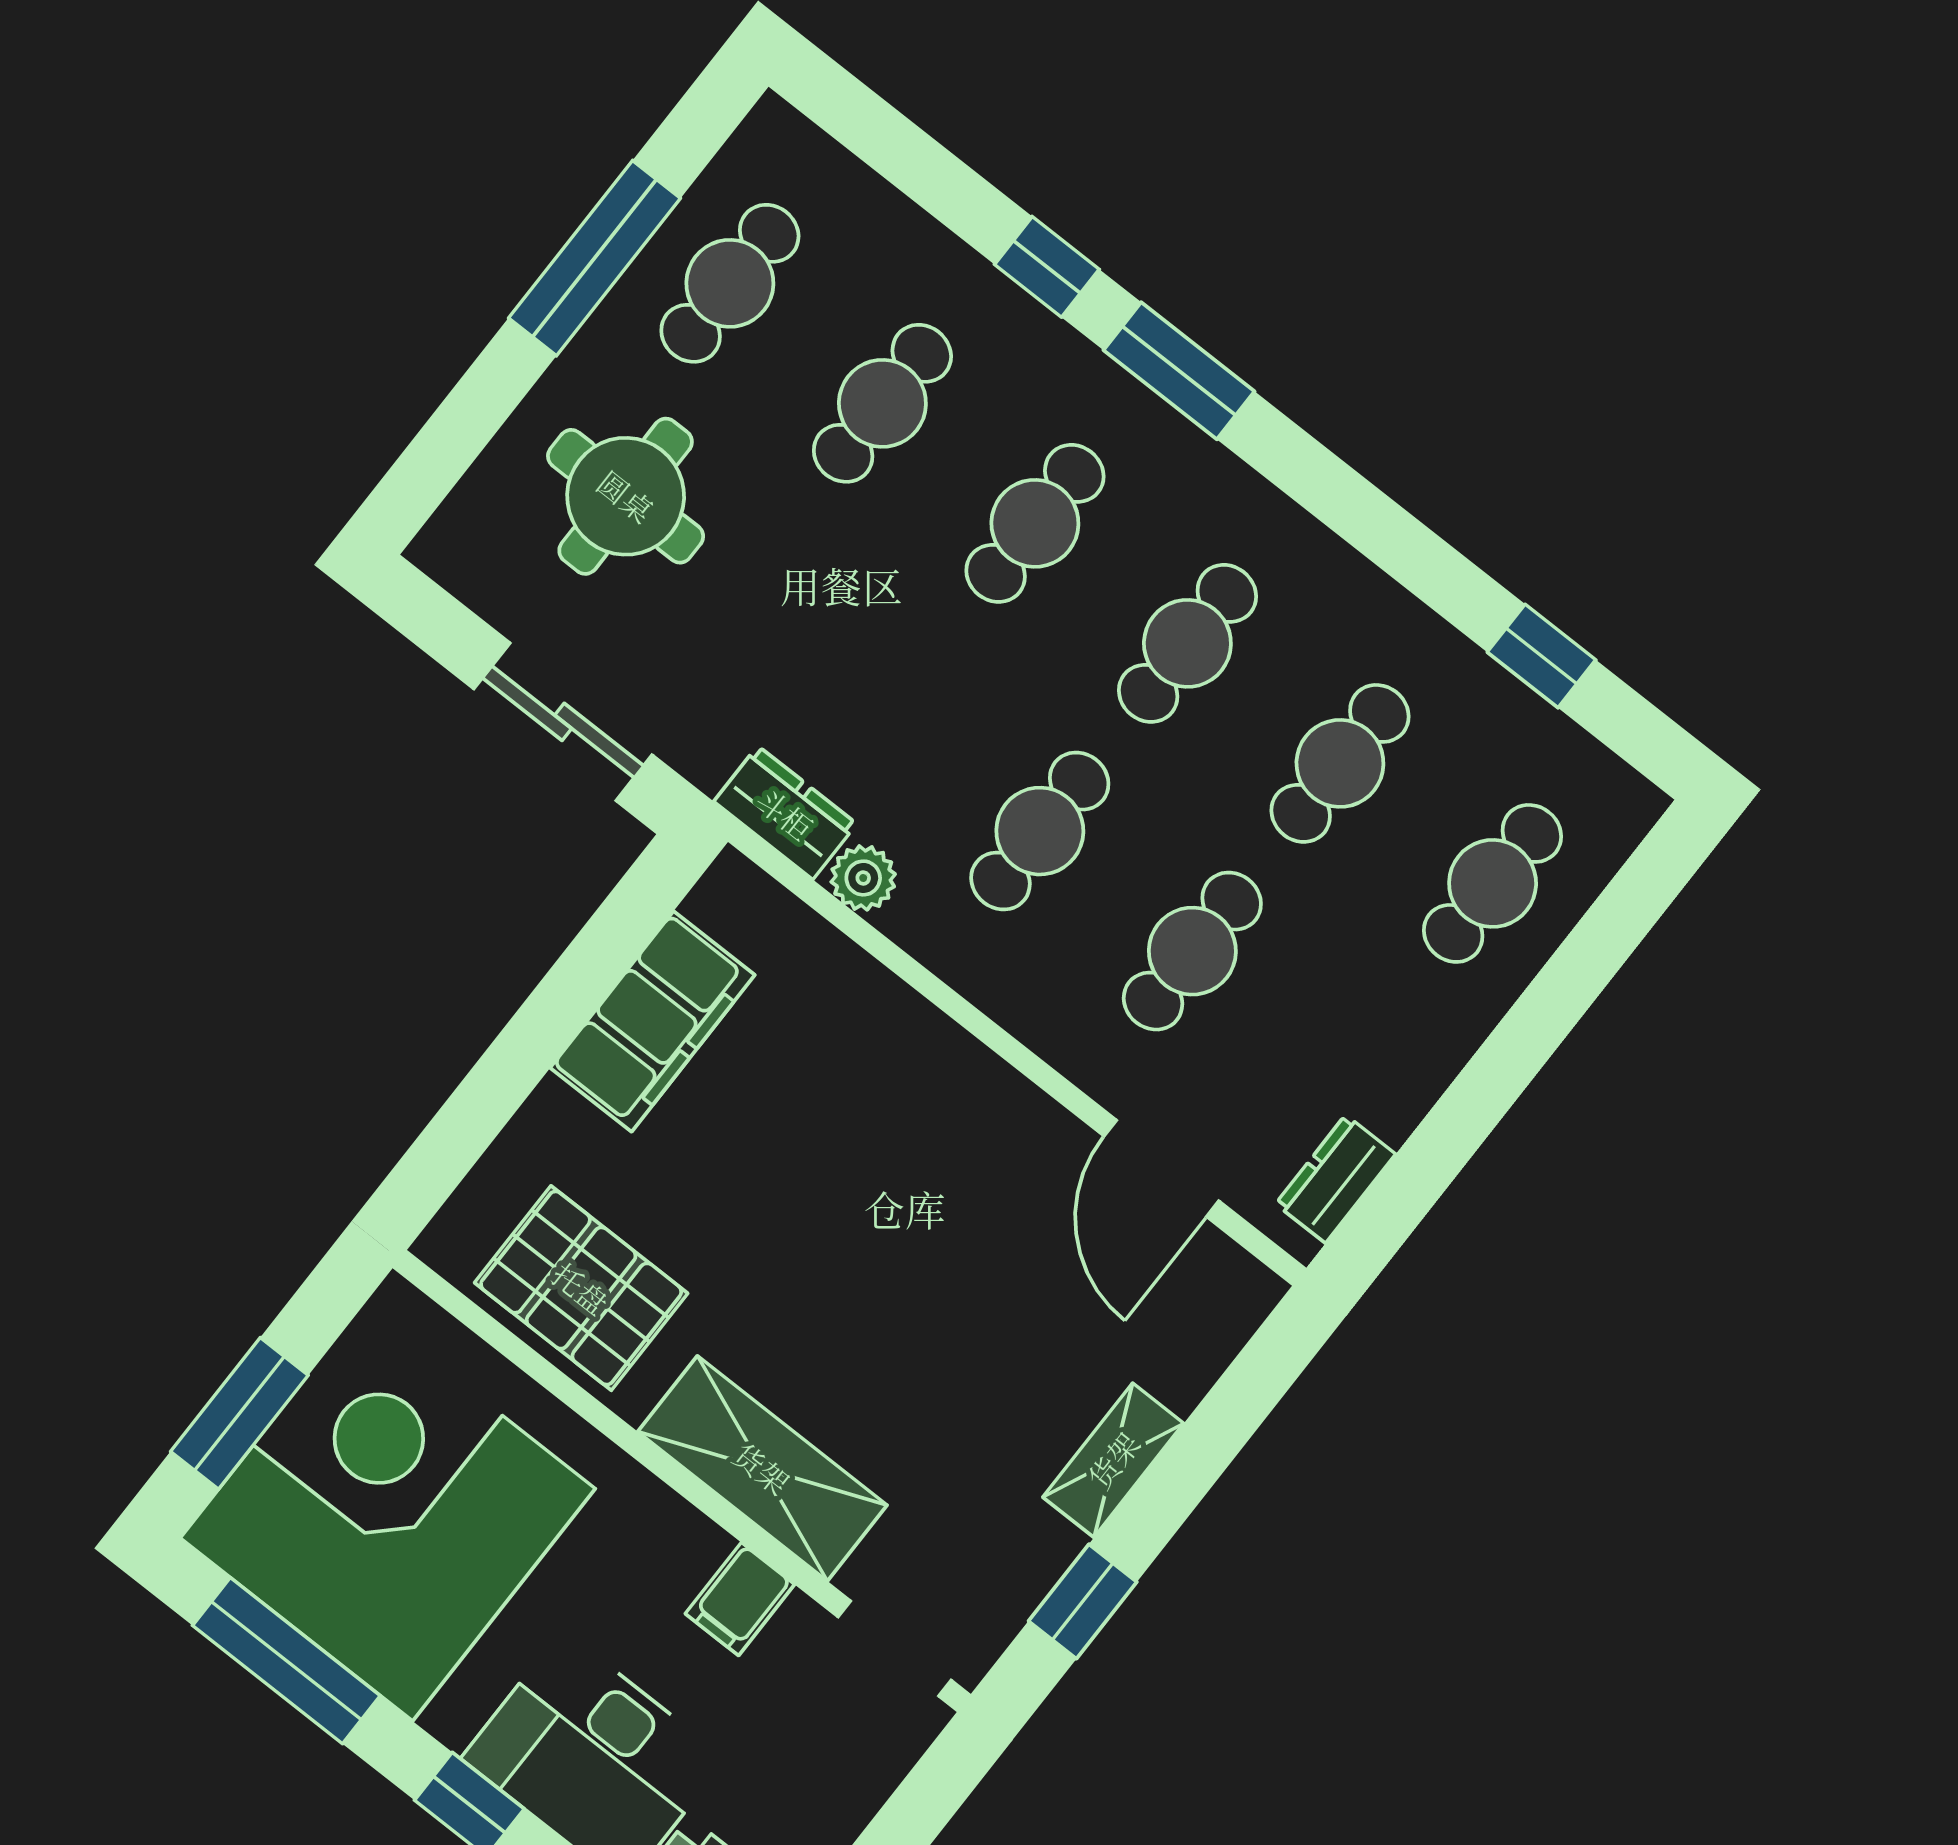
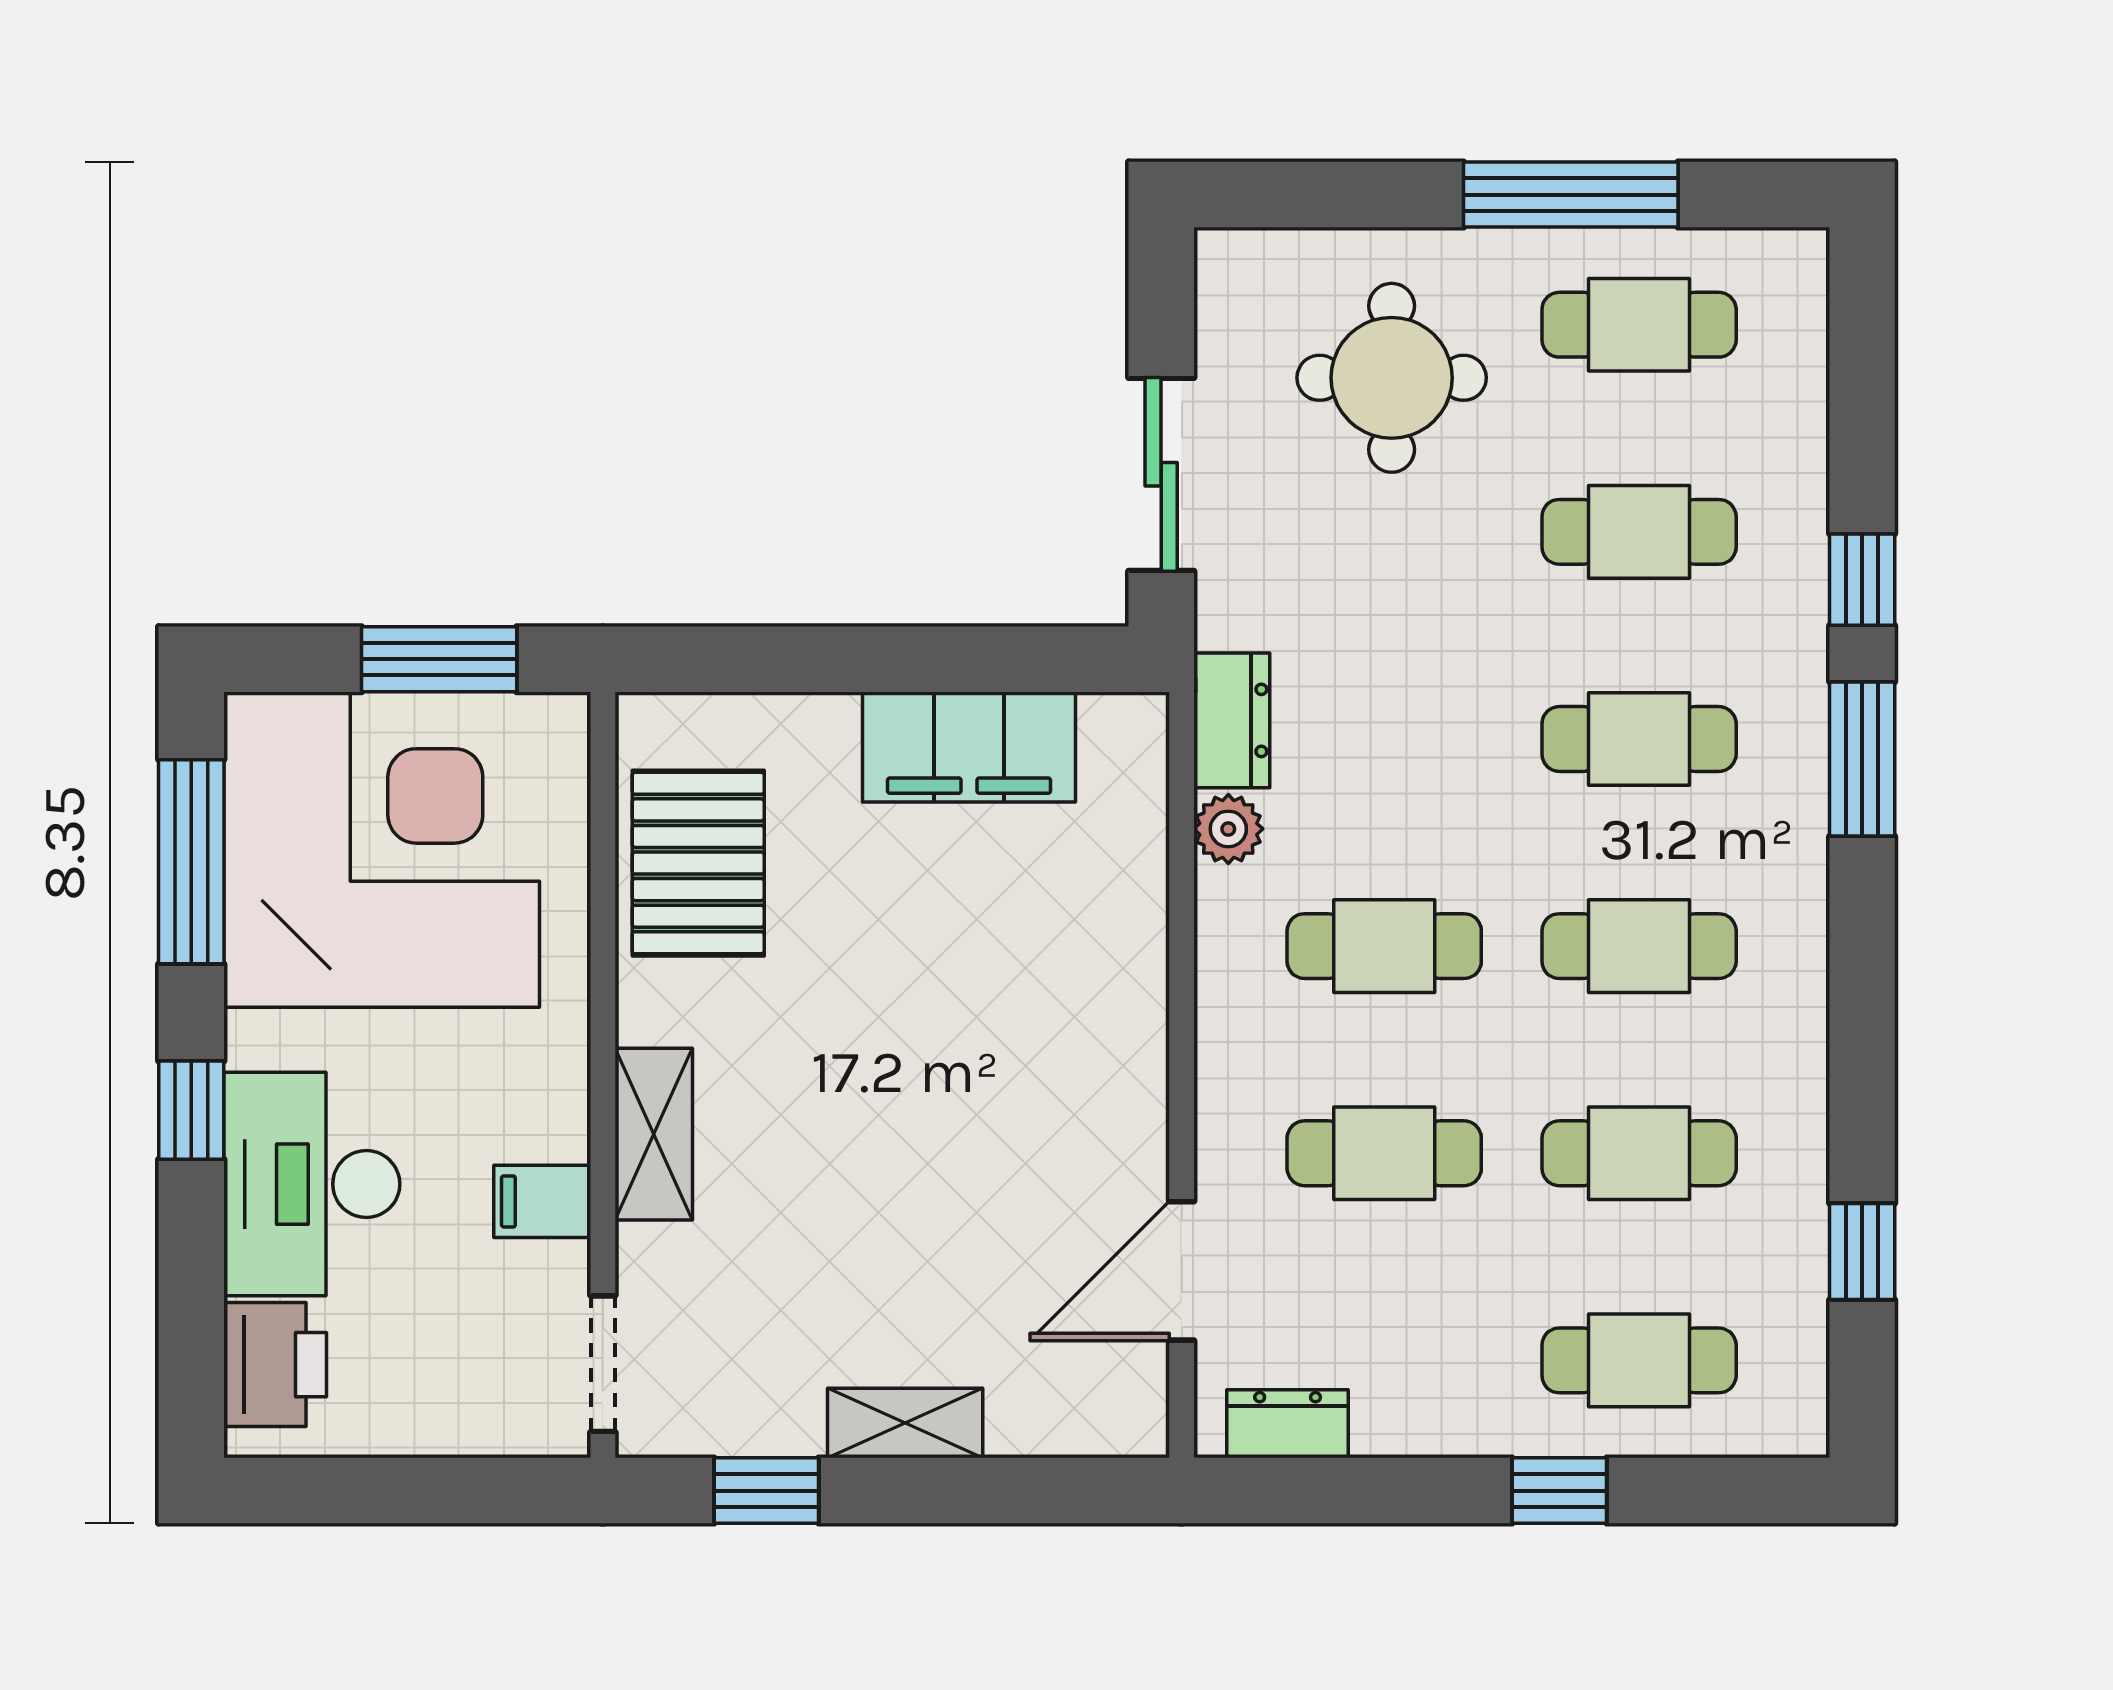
window: (1542, 1017) -> (1559, 1491), added
window: (239, 1413) -> (439, 659), moved
shelving: (762, 1468) -> (654, 1134), width x0.67, depth x0.75

